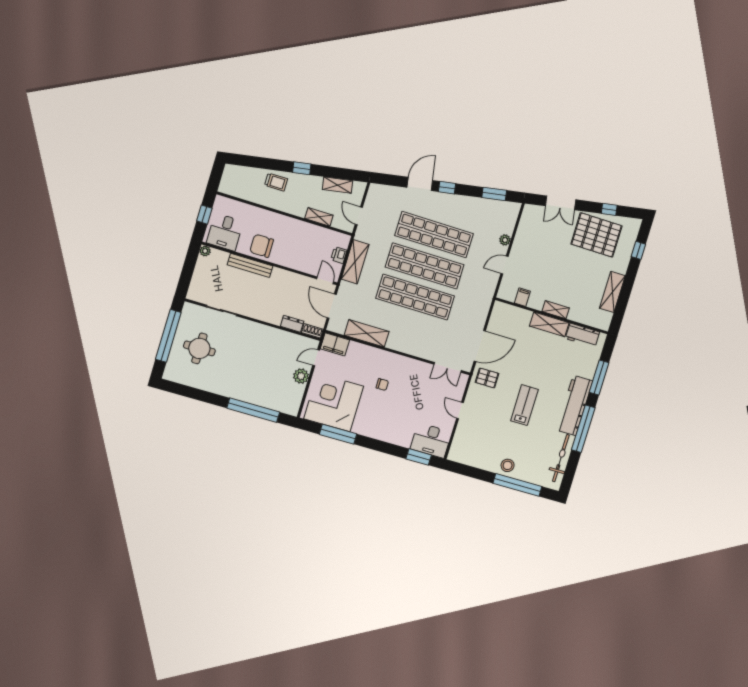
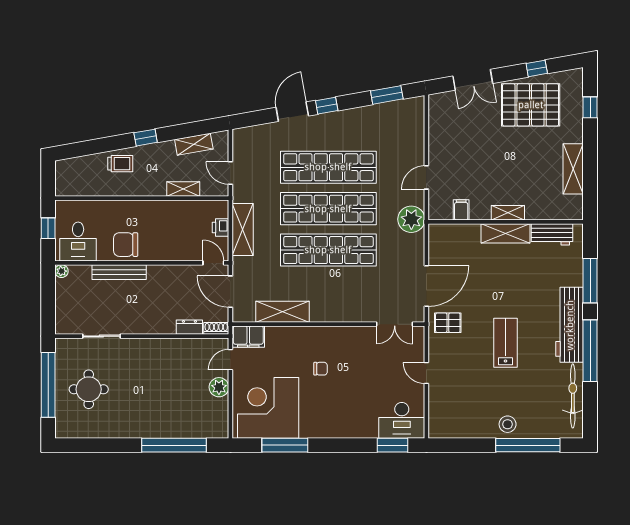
plant: (505, 240) -> (411, 219), moved, width x1.87, depth x1.87

